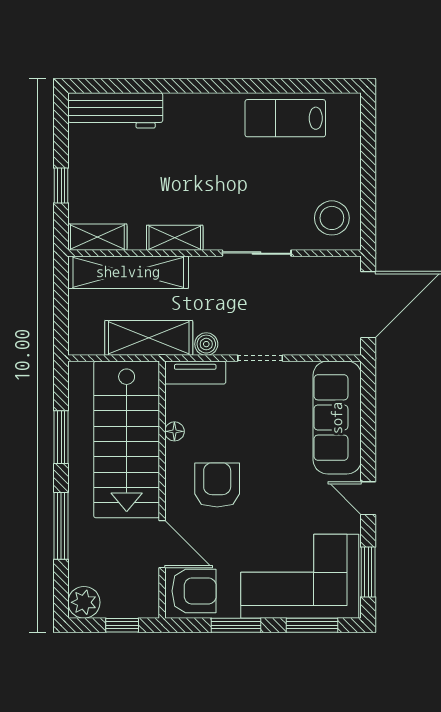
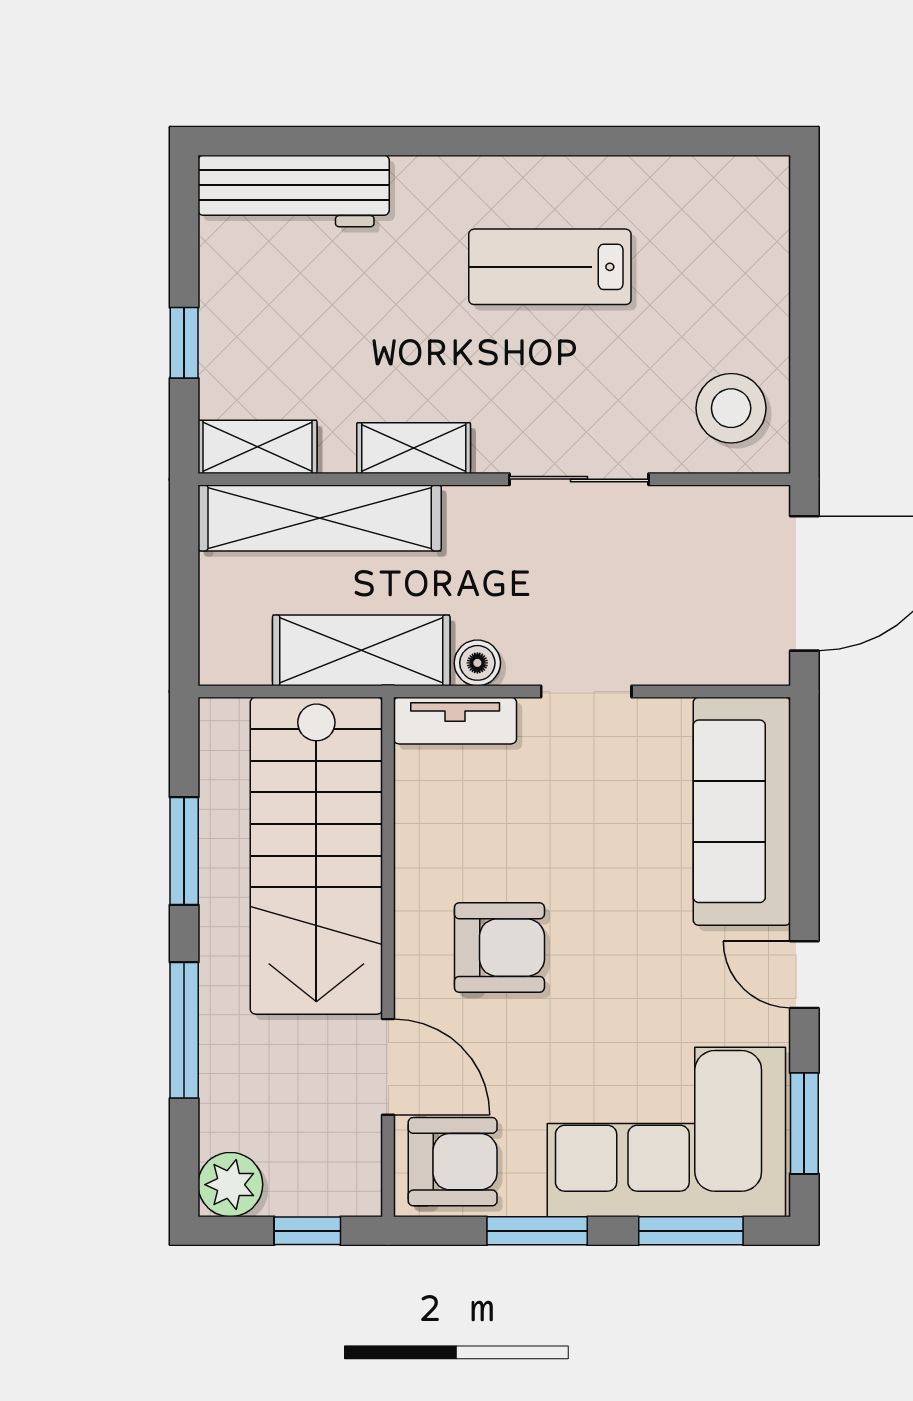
lab bench: (285, 118) -> (550, 267), moved
floor lamp: (174, 431) -> (413, 839), removed
armchair: (217, 485) -> (499, 948), turned 90

